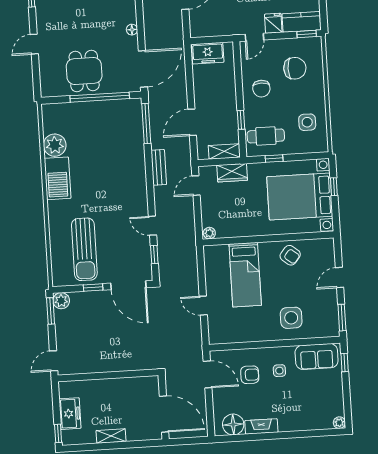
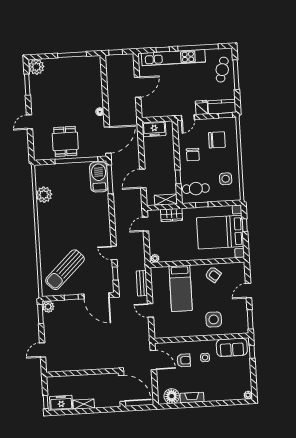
bench: (159, 167) -> (142, 283), moved
barbecue: (58, 178) -> (99, 177), moved, turned 180
sun lounger: (84, 249) -> (65, 270), turned 46
wall: (108, 375) -> (82, 373), moved
freezer: (70, 414) -> (61, 403), moved, turned -90

